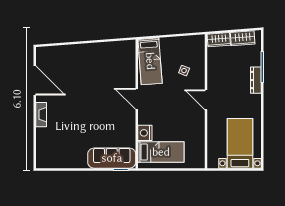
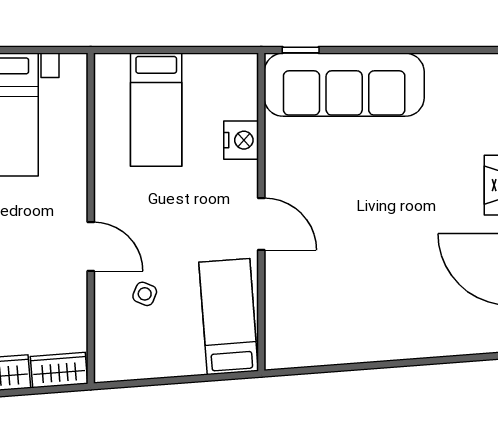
door: (206, 100) -> (91, 247), moved
bed: (161, 152) -> (156, 110), moved, turned -90
sofa: (112, 158) -> (344, 85), width x1.36, depth x1.27

